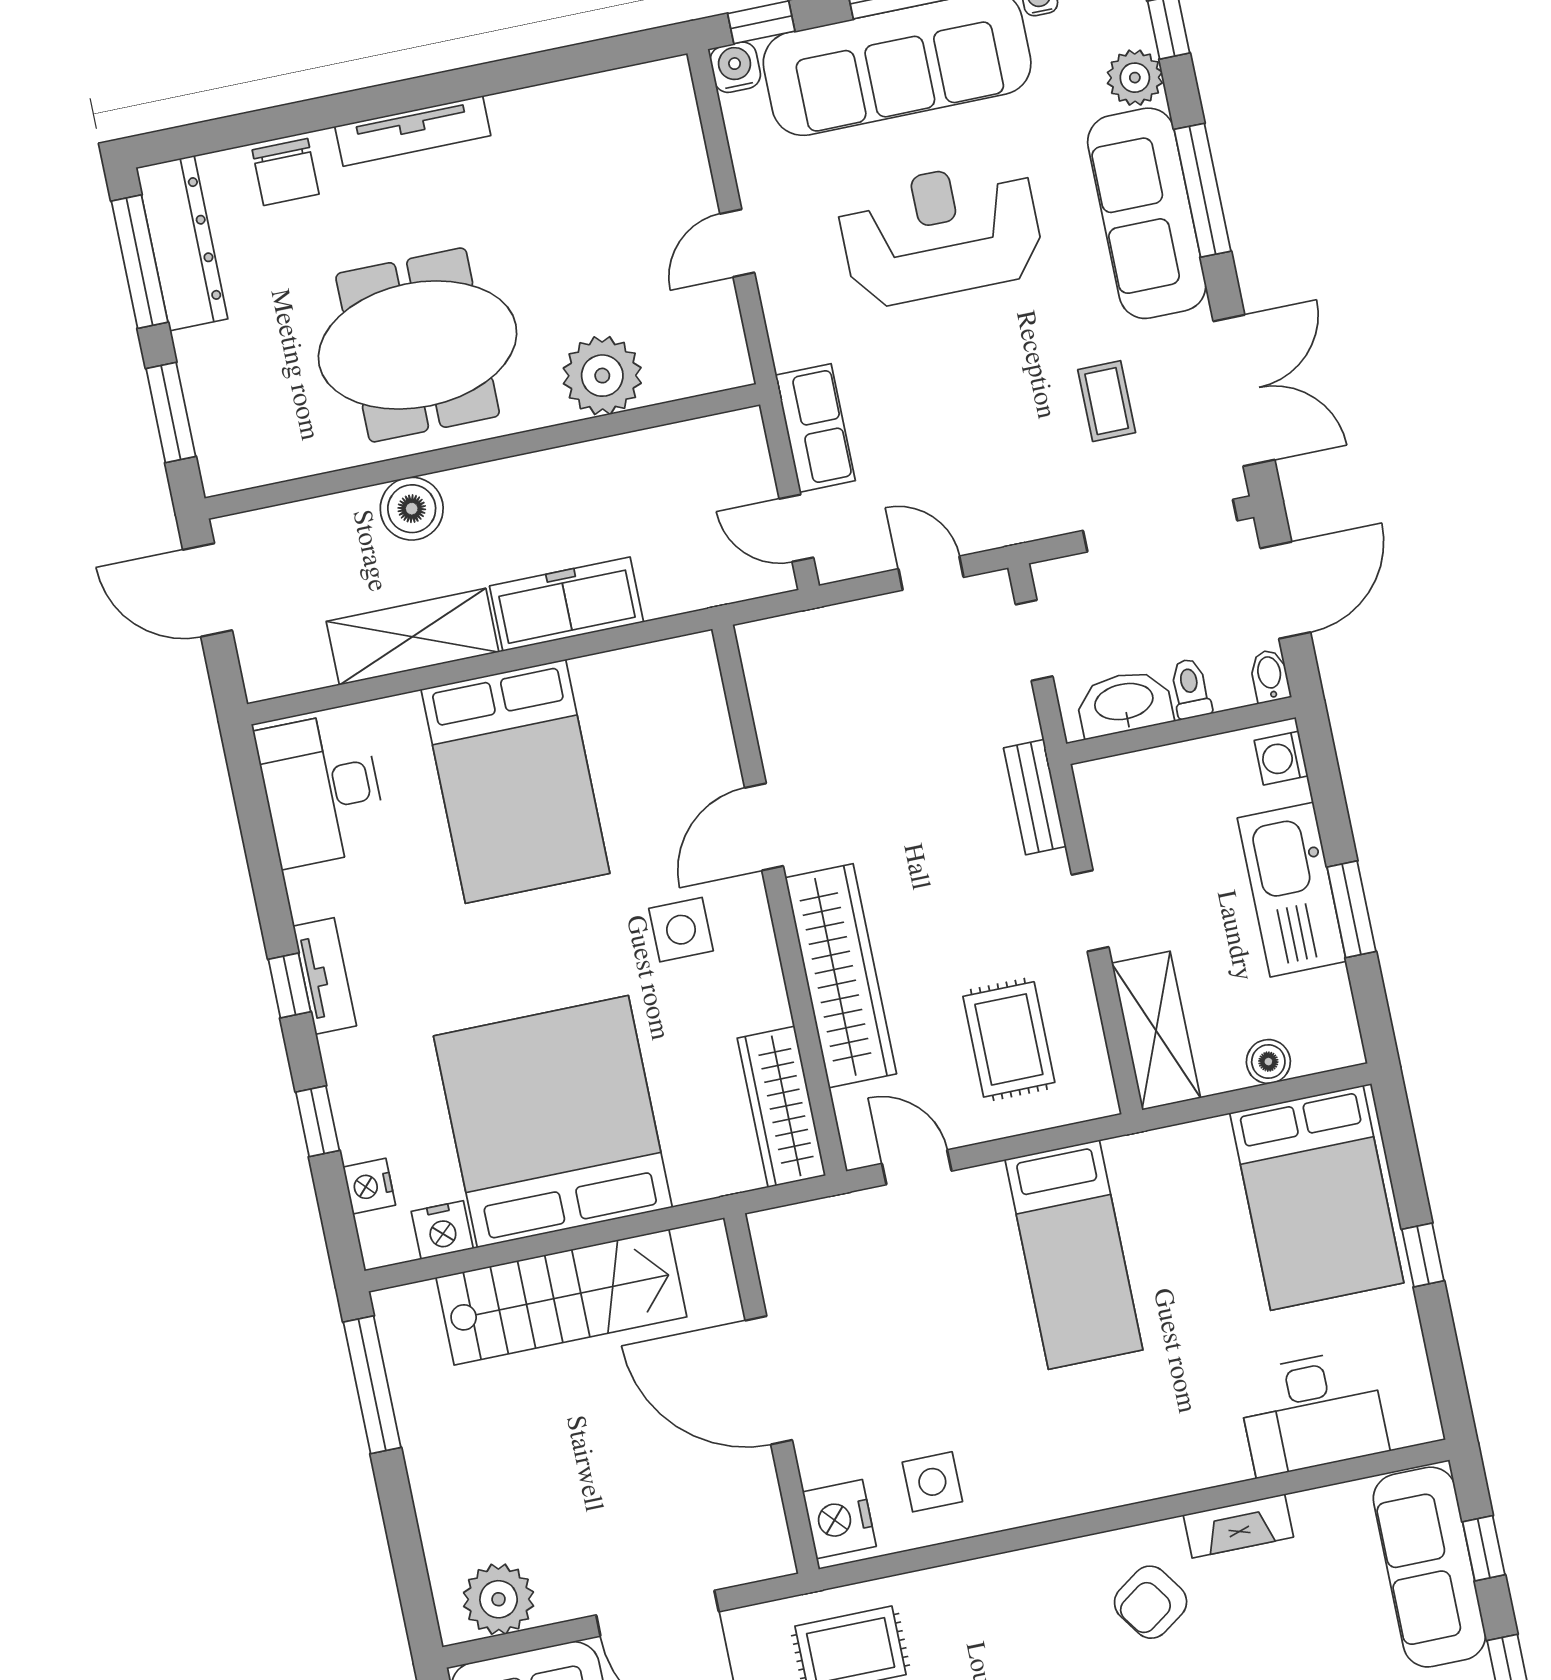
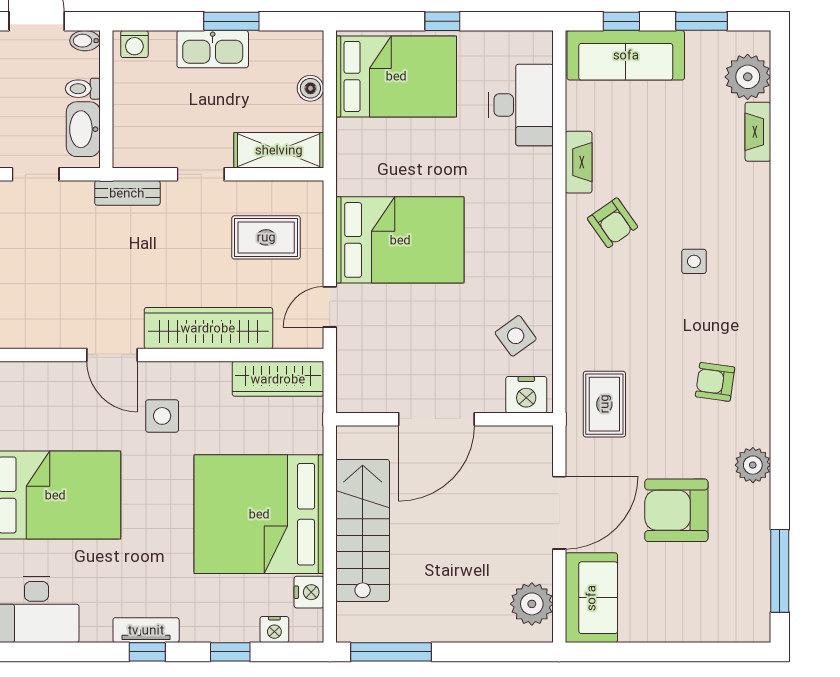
kitchen sink: (1292, 890) -> (213, 49), width x0.73, depth x0.81
bed: (1074, 1255) -> (400, 240), width x1.50
side table: (932, 1482) -> (516, 336), turned -36

